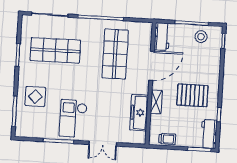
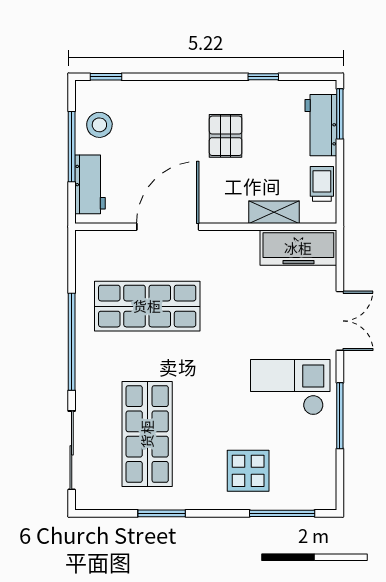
workbench: (162, 37) -> (90, 184), moved, turned 90
door: (152, 66) -> (168, 227), hinge flipped
pallet: (192, 95) -> (226, 136), width x0.67, depth x0.71
shelving: (156, 102) -> (274, 212), moved
freezer: (139, 113) -> (298, 248), moved
checkout: (73, 119) -> (290, 387), turned 180
workbench: (209, 134) -> (321, 125), moved, turned 90

